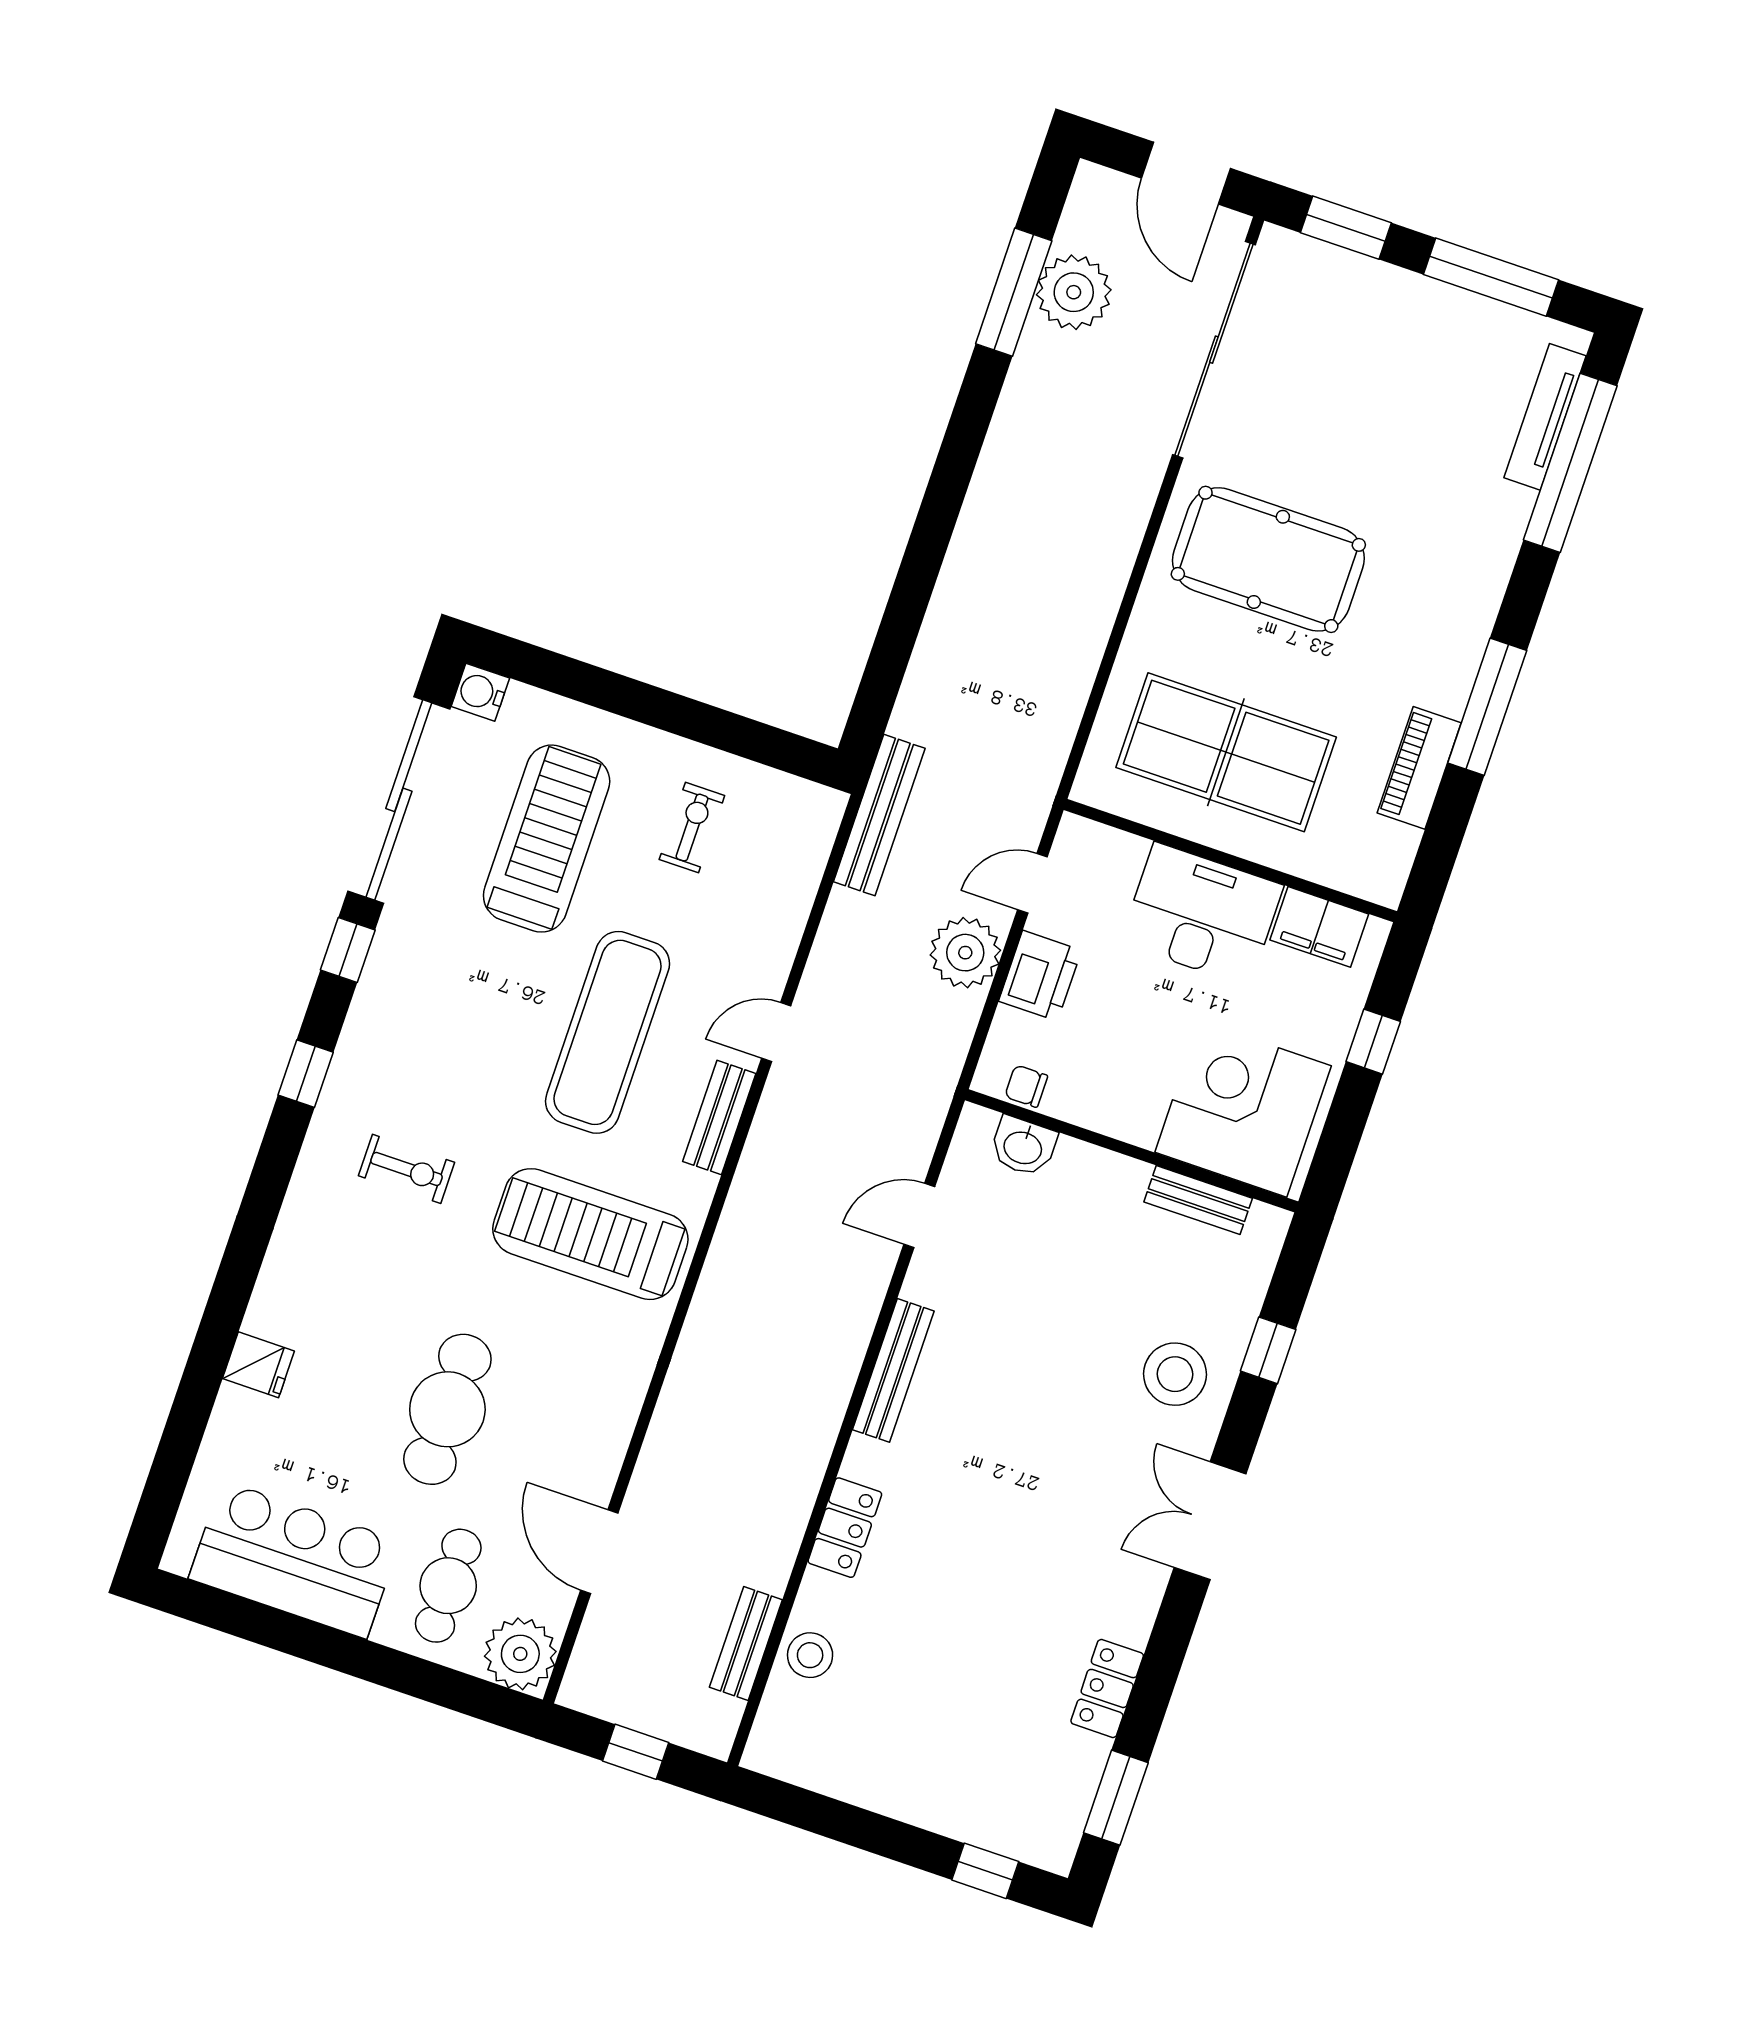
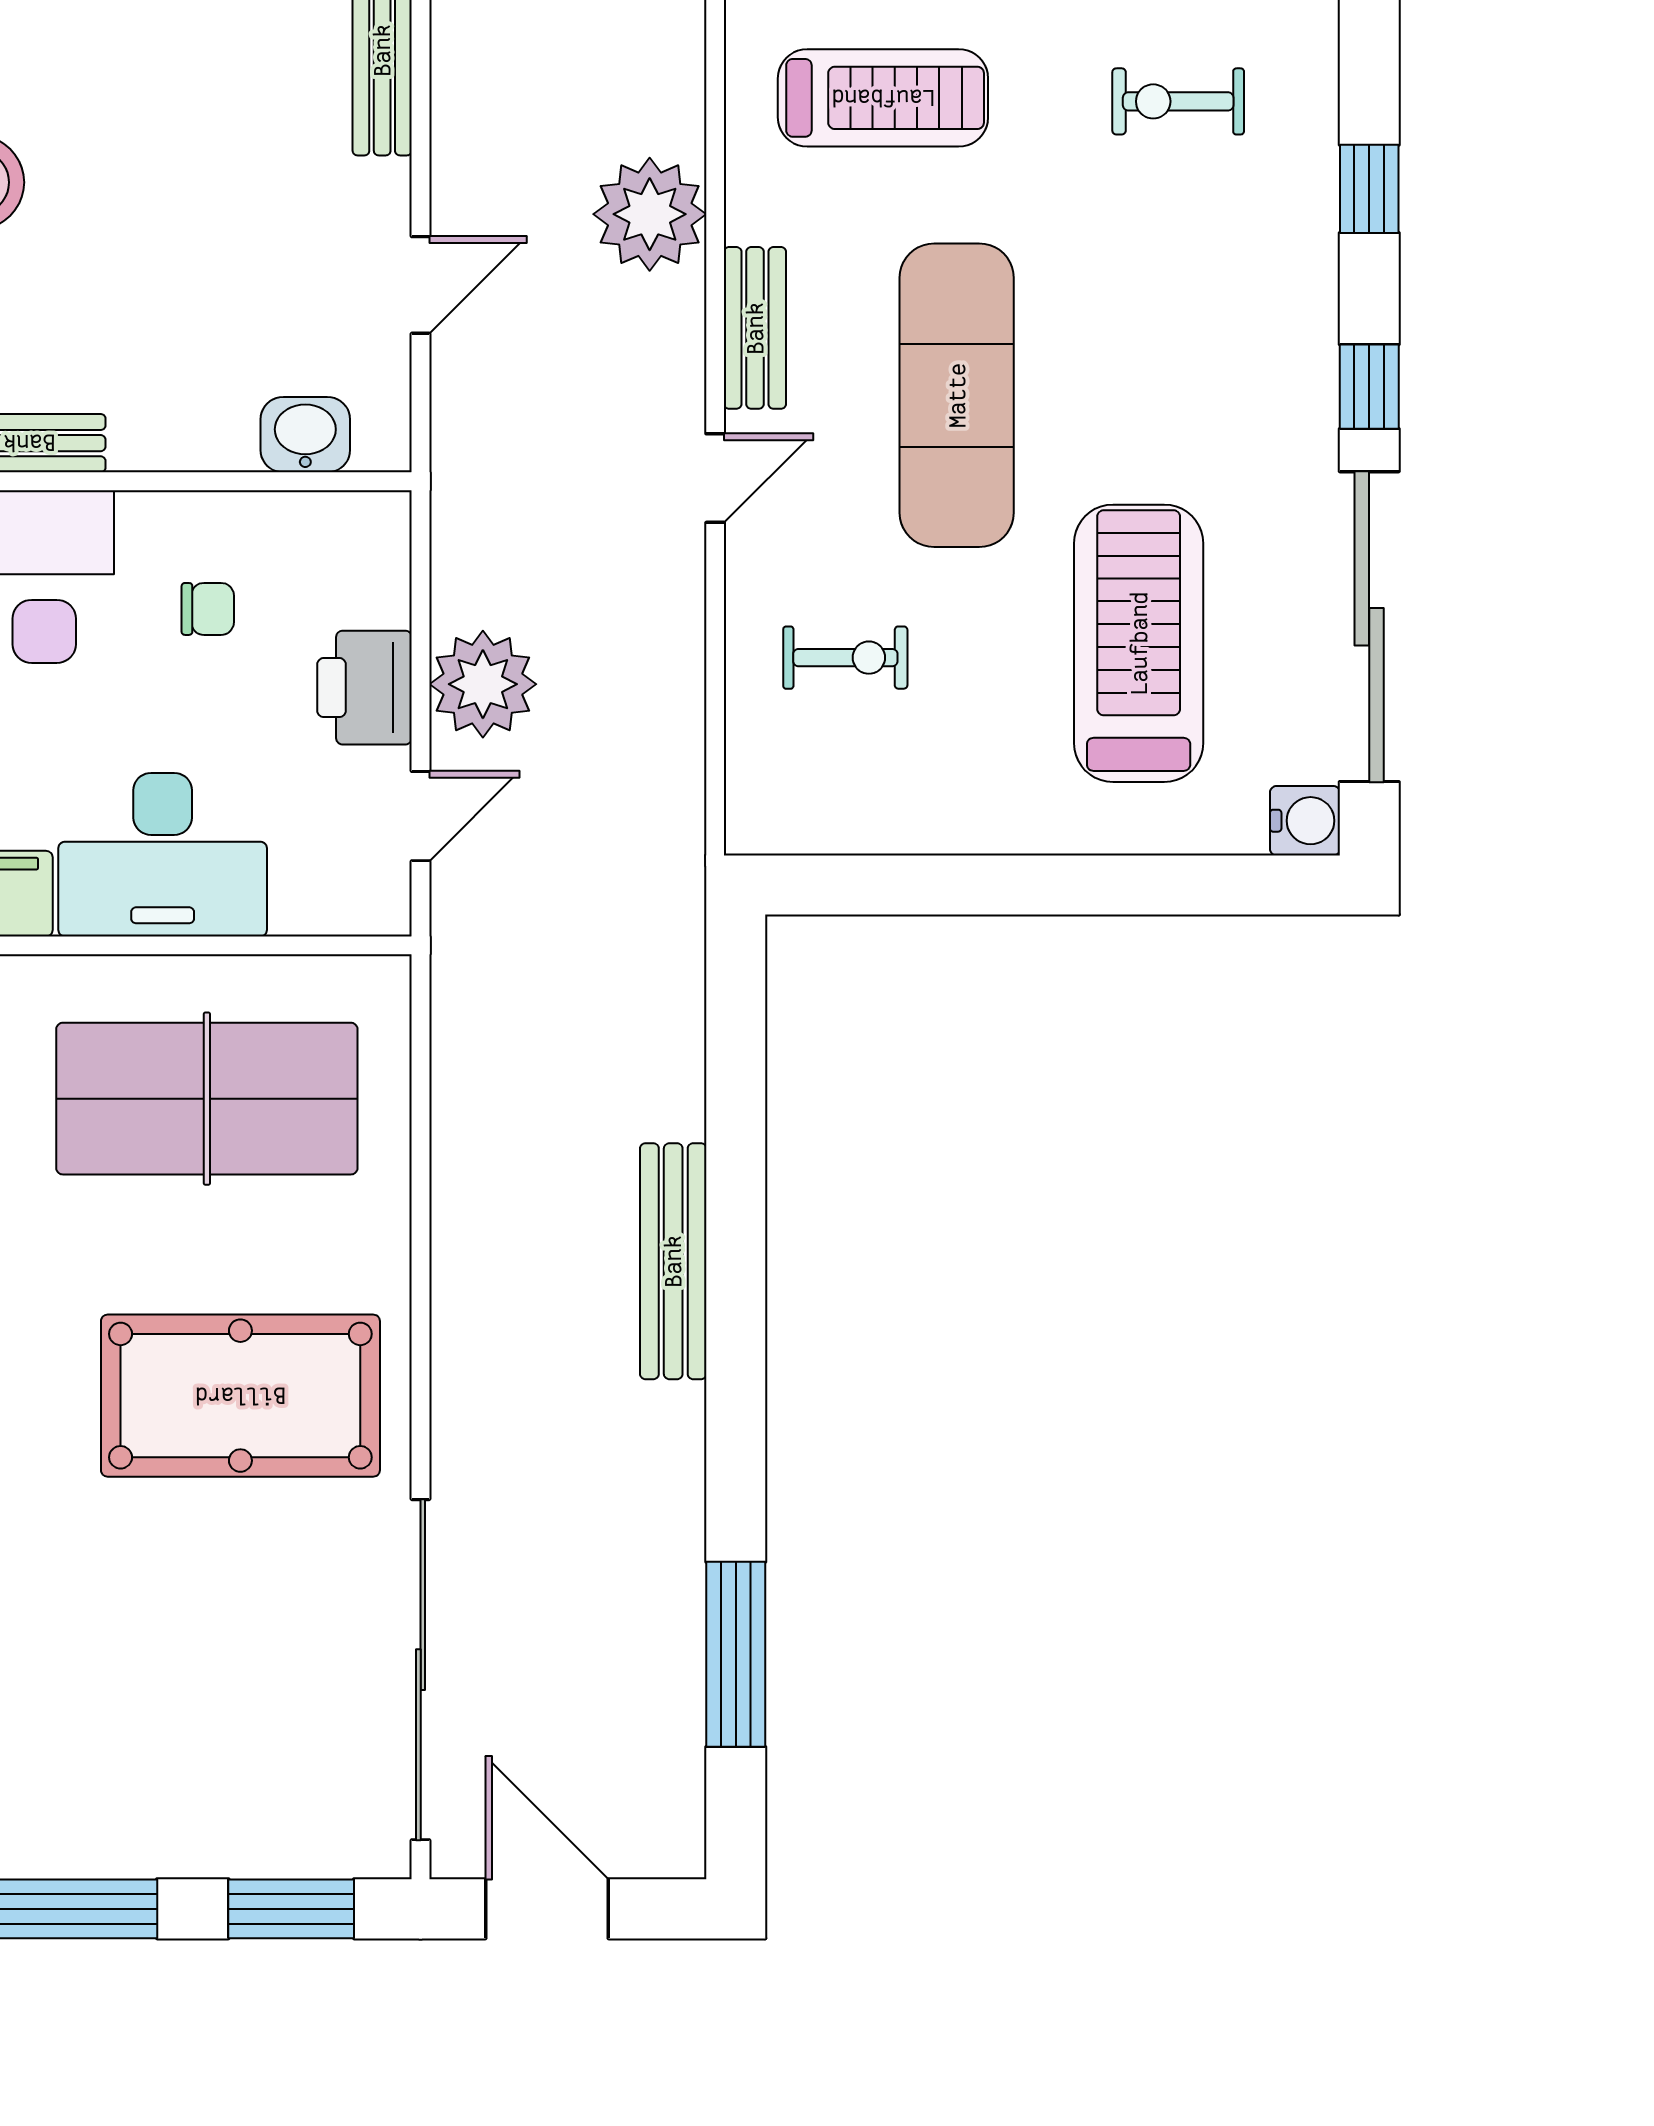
plant: (1074, 292) -> (650, 214), moved
bench: (879, 815) -> (673, 1261), moved
exercise bike: (692, 828) -> (845, 658), moved, turned -90
treadmill: (547, 839) -> (1139, 643), turned 180
chair: (1026, 1086) -> (208, 609), moved
treadmill: (590, 1234) -> (883, 98), width x0.73, depth x0.73

